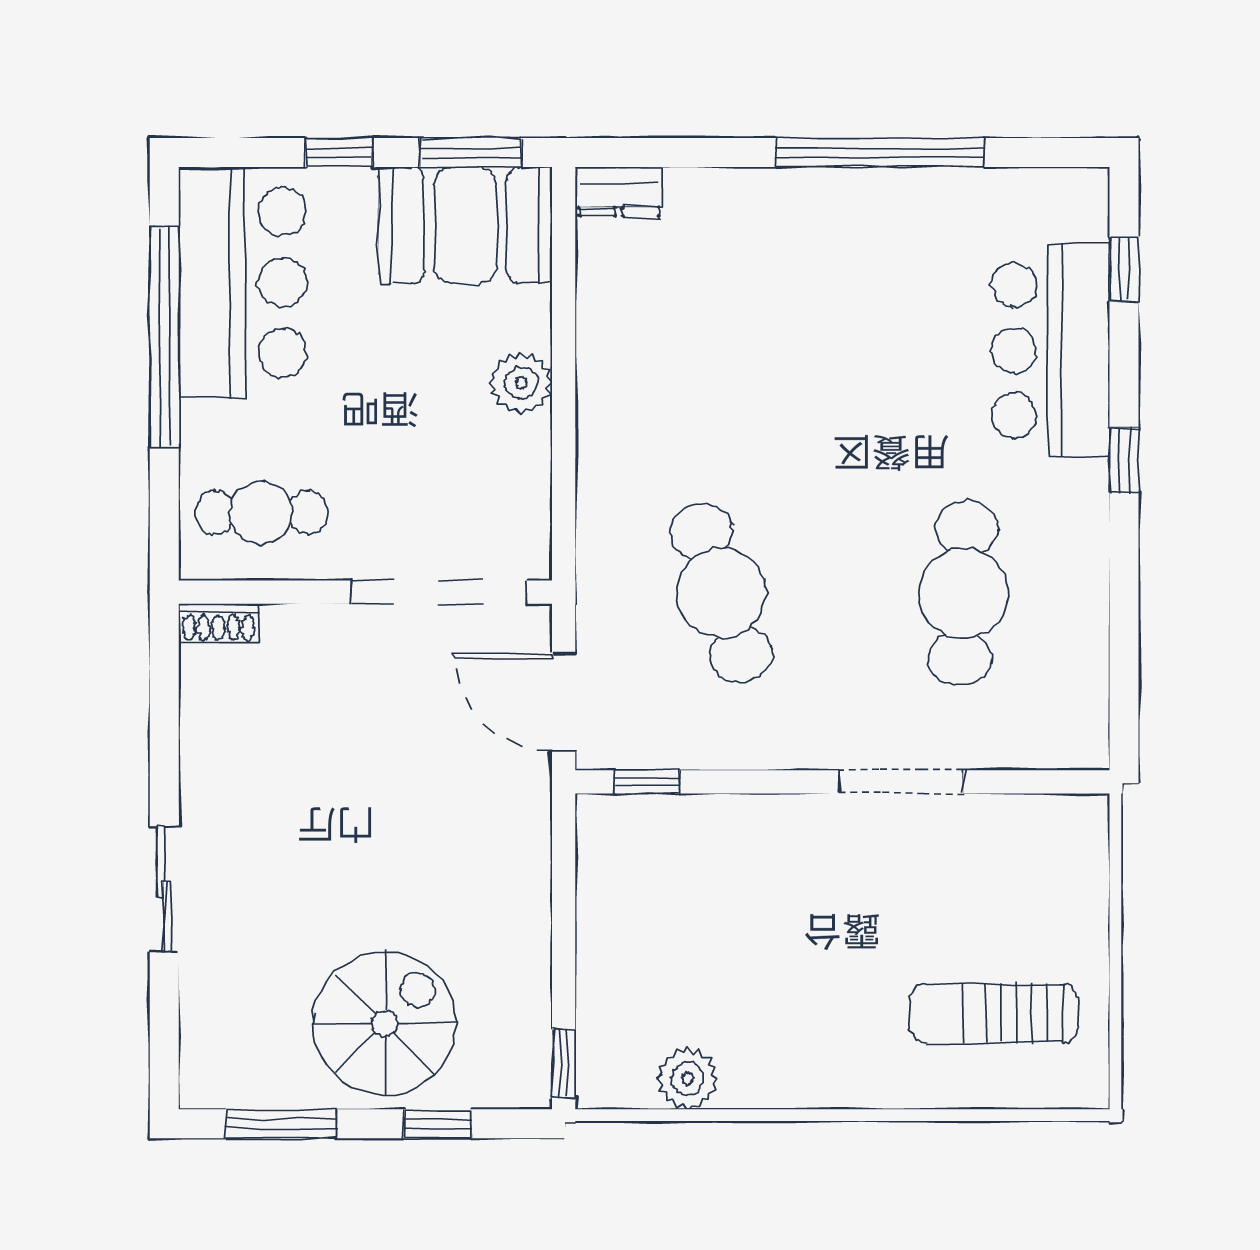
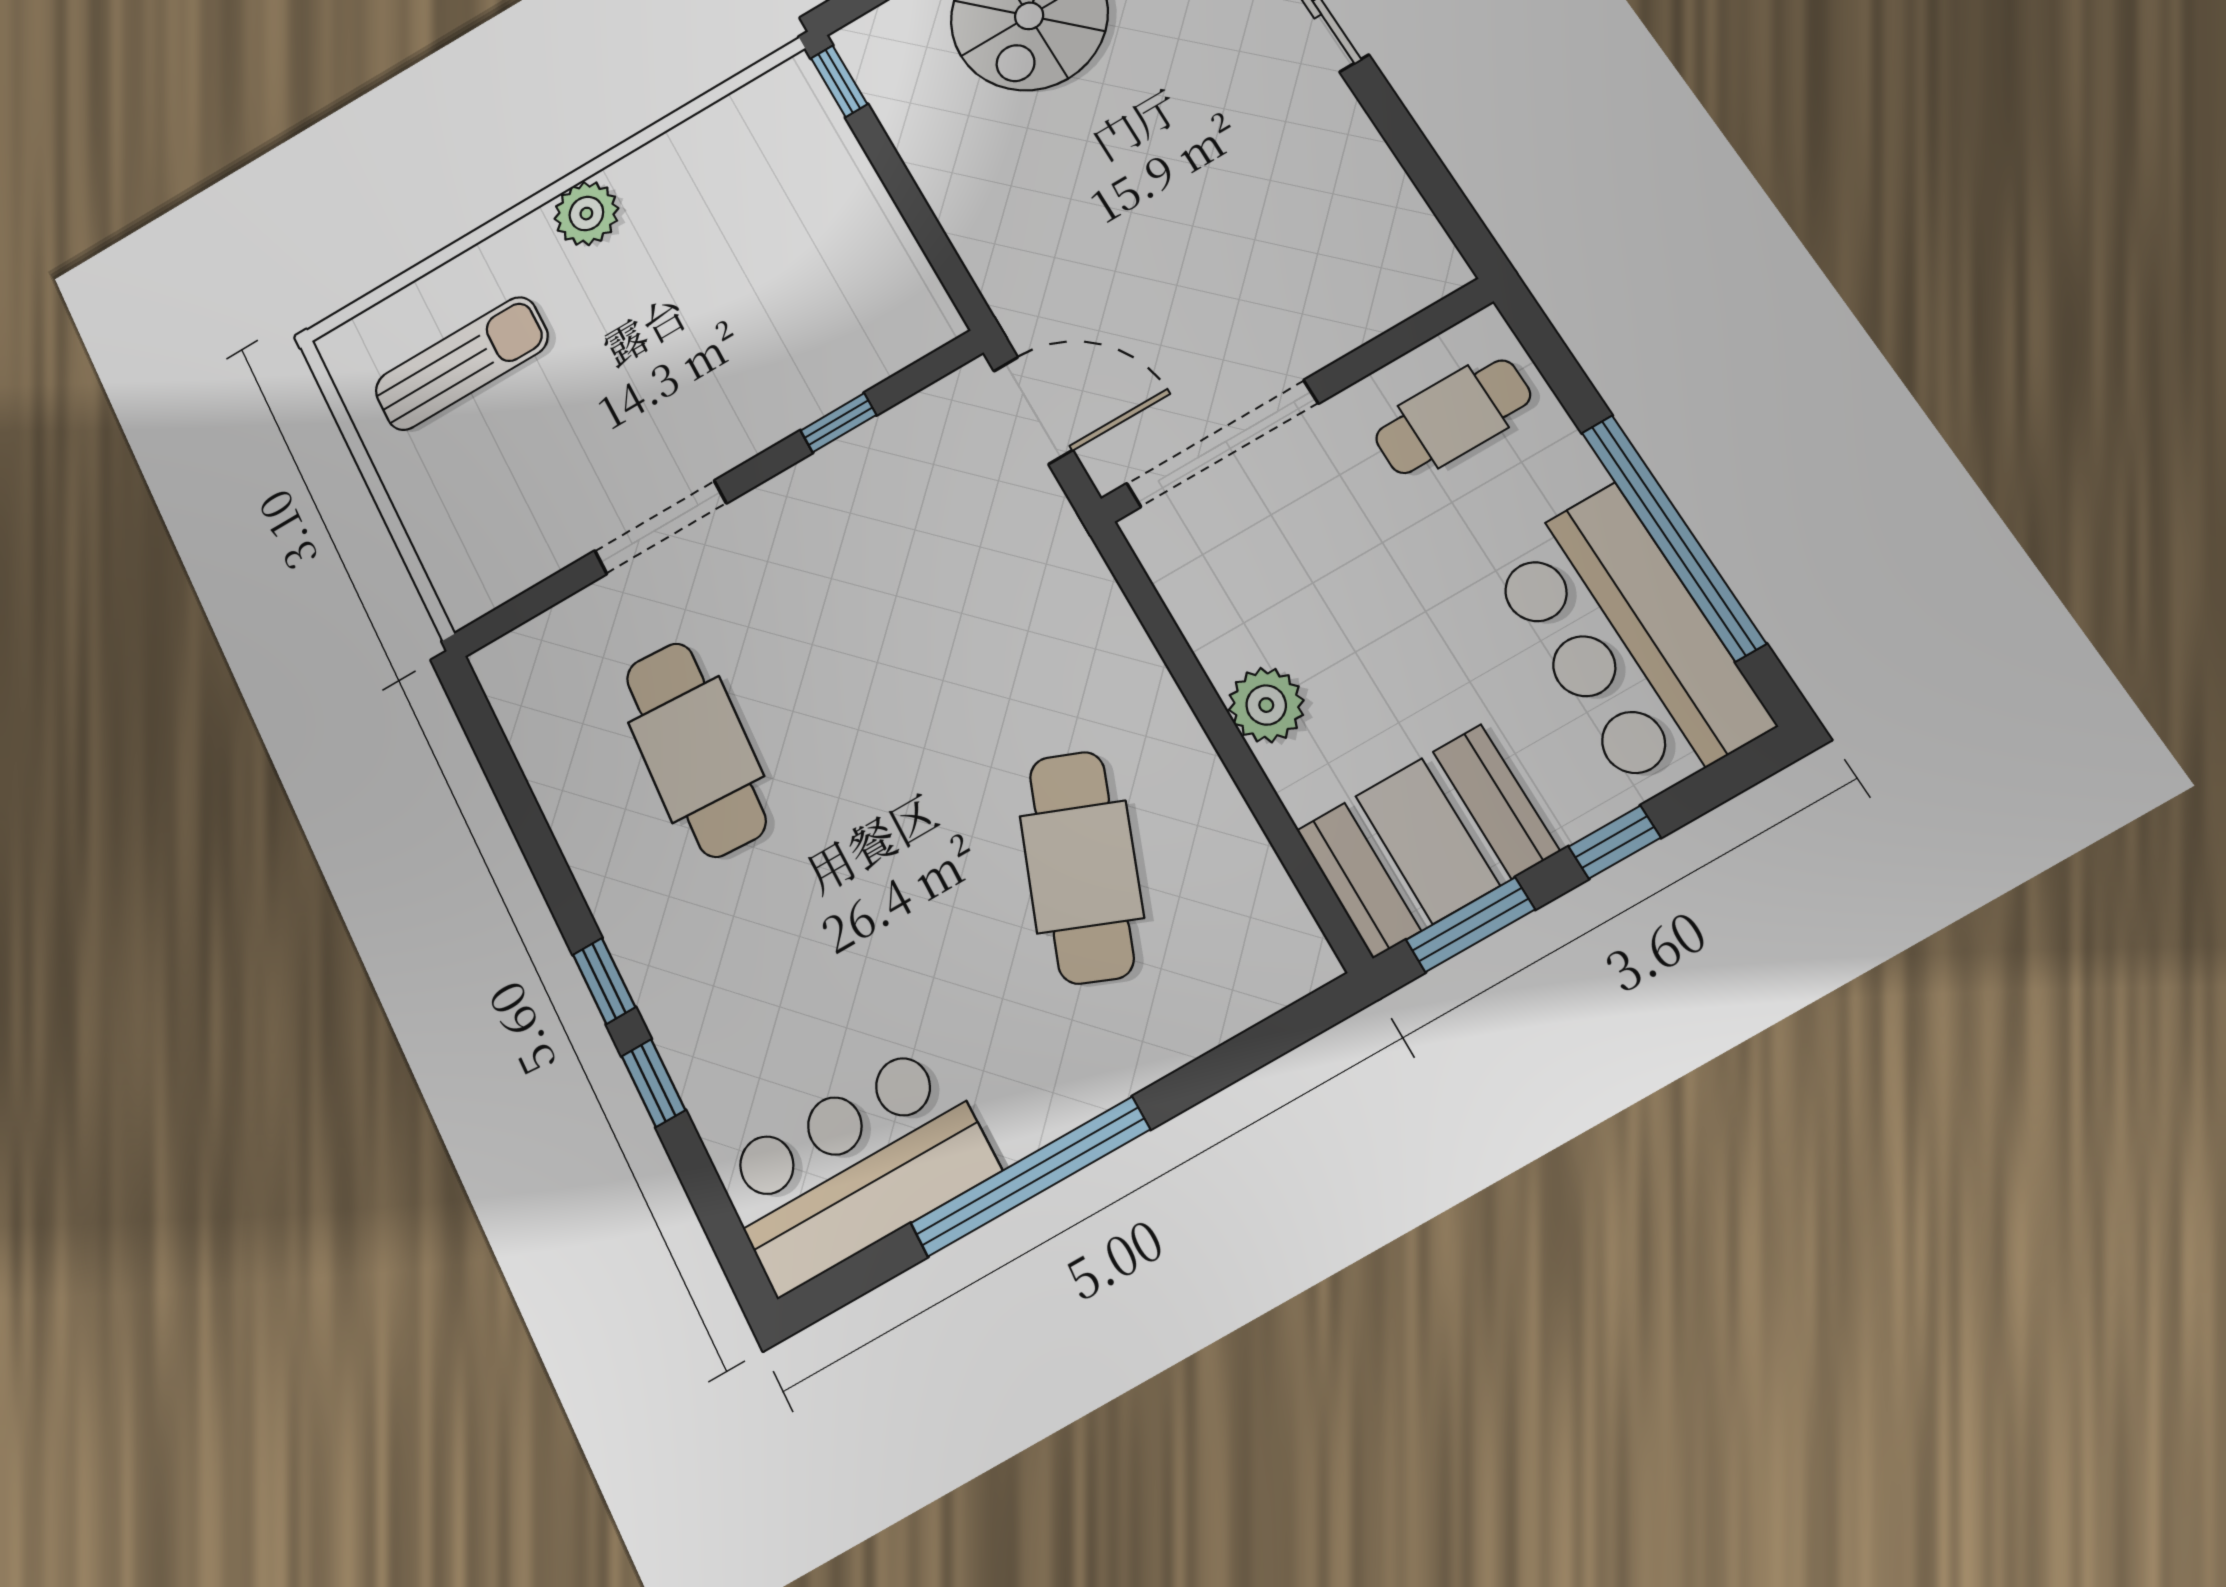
dresser: (619, 192) -> (1285, 972), removed
window: (1124, 269) -> (653, 1083), moved
bar counter: (1051, 350) -> (856, 1167), moved, turned -90
cafe table: (721, 593) -> (1081, 867), moved, turned 39
shoe rack: (218, 623) -> (1426, 284), removed
window: (647, 782) -> (838, 423), moved
plant: (688, 1079) -> (586, 214), moved

